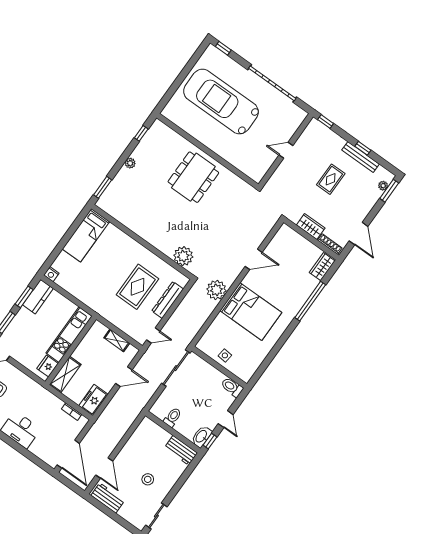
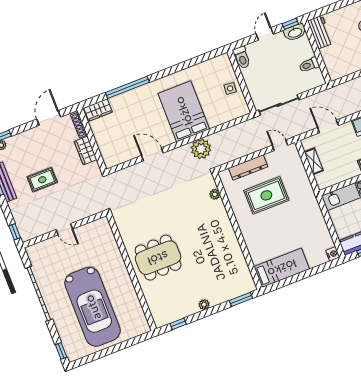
plant: (183, 256) -> (215, 194), width x0.53, depth x0.53

